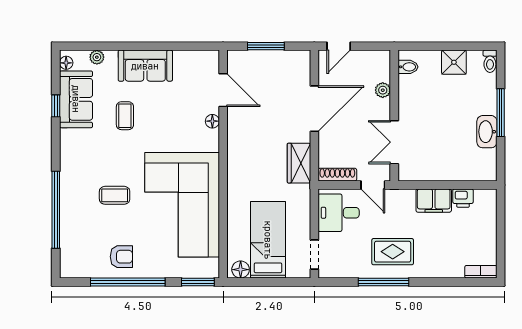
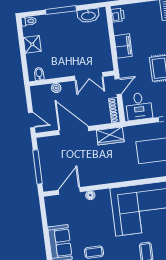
window: (266, 46) -> (37, 167), width x1.44
washbasin: (487, 132) -> (88, 16), moved
printer: (463, 198) -> (118, 15), moved

